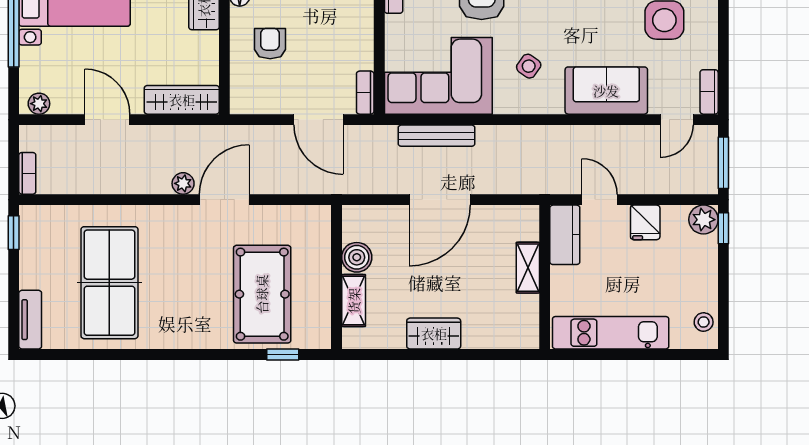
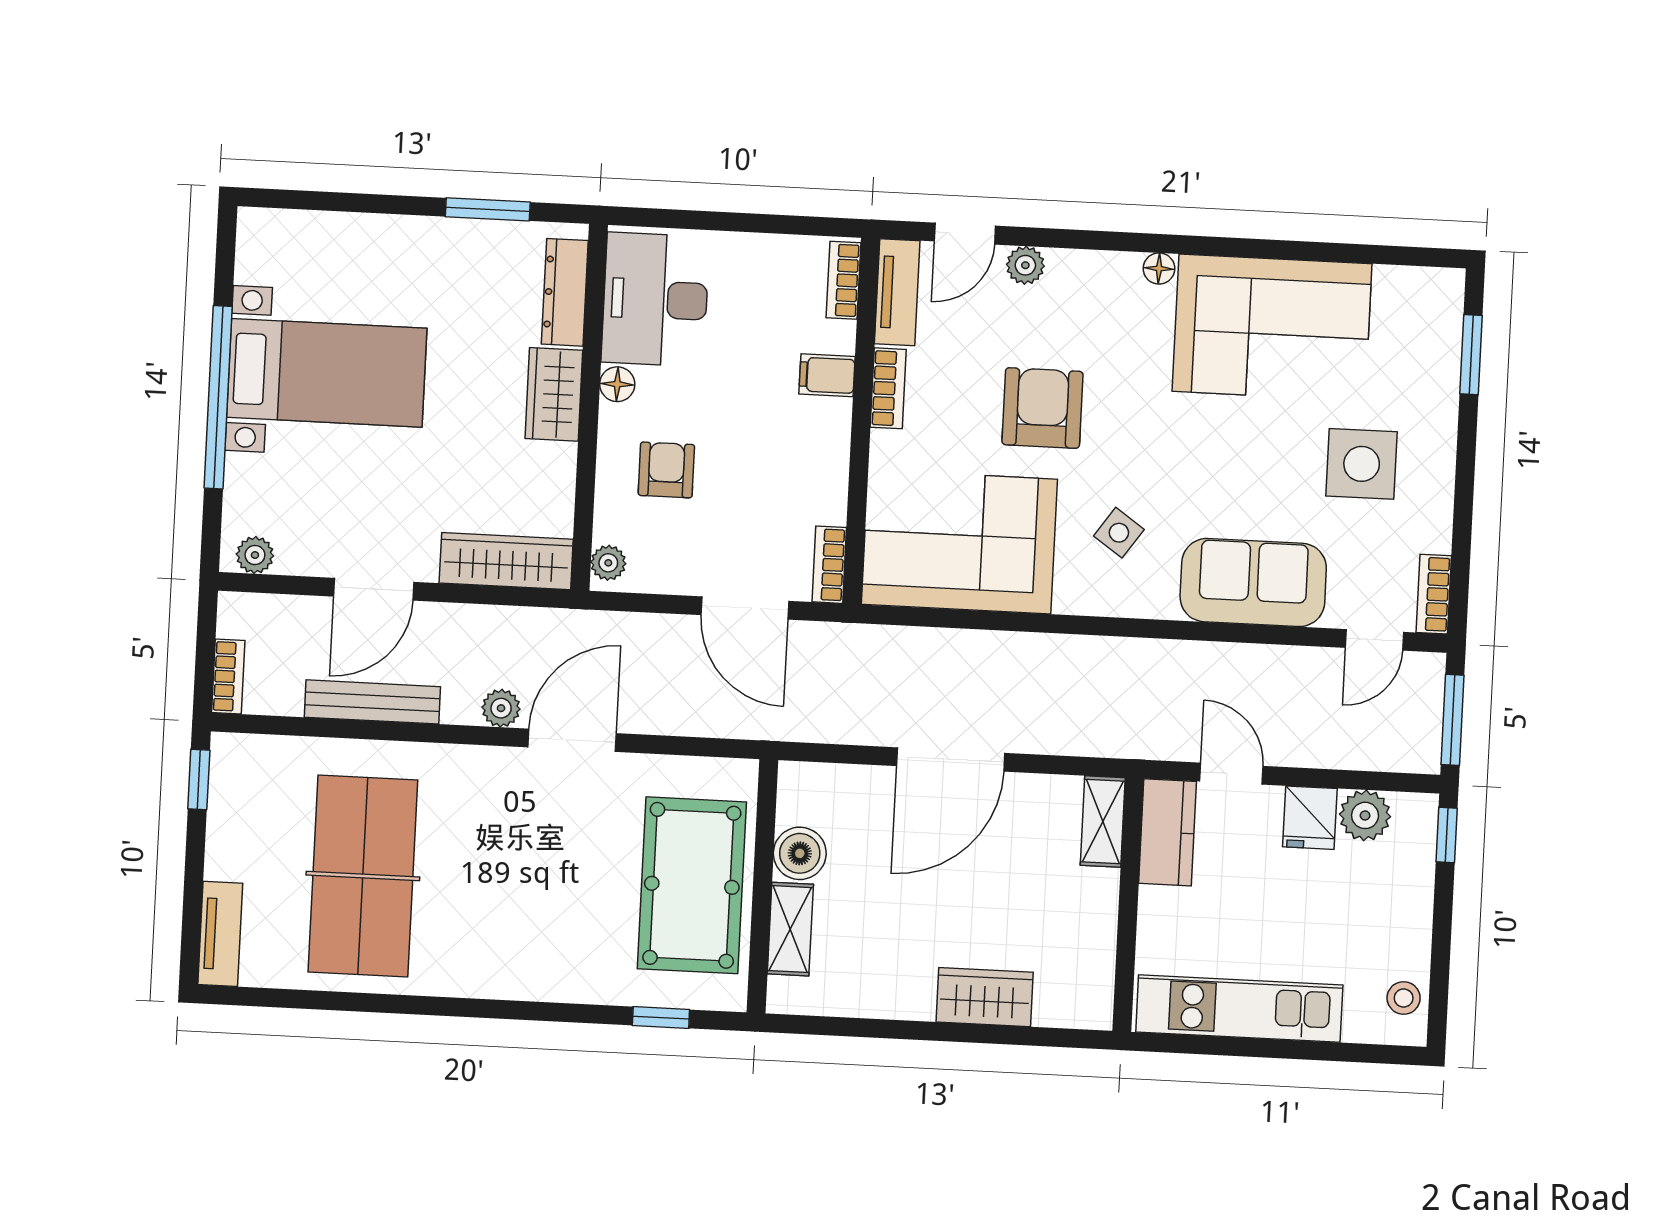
plant: (240, 98) -> (608, 563), added
door: (107, 120) -> (374, 589), swing flipped
bench: (437, 136) -> (372, 702), moved
plant: (704, 220) -> (1365, 815), moved
shelving: (528, 268) -> (1103, 821), moved
pool table: (262, 294) -> (692, 885), moved
wardrobe: (434, 334) -> (985, 997), moved

